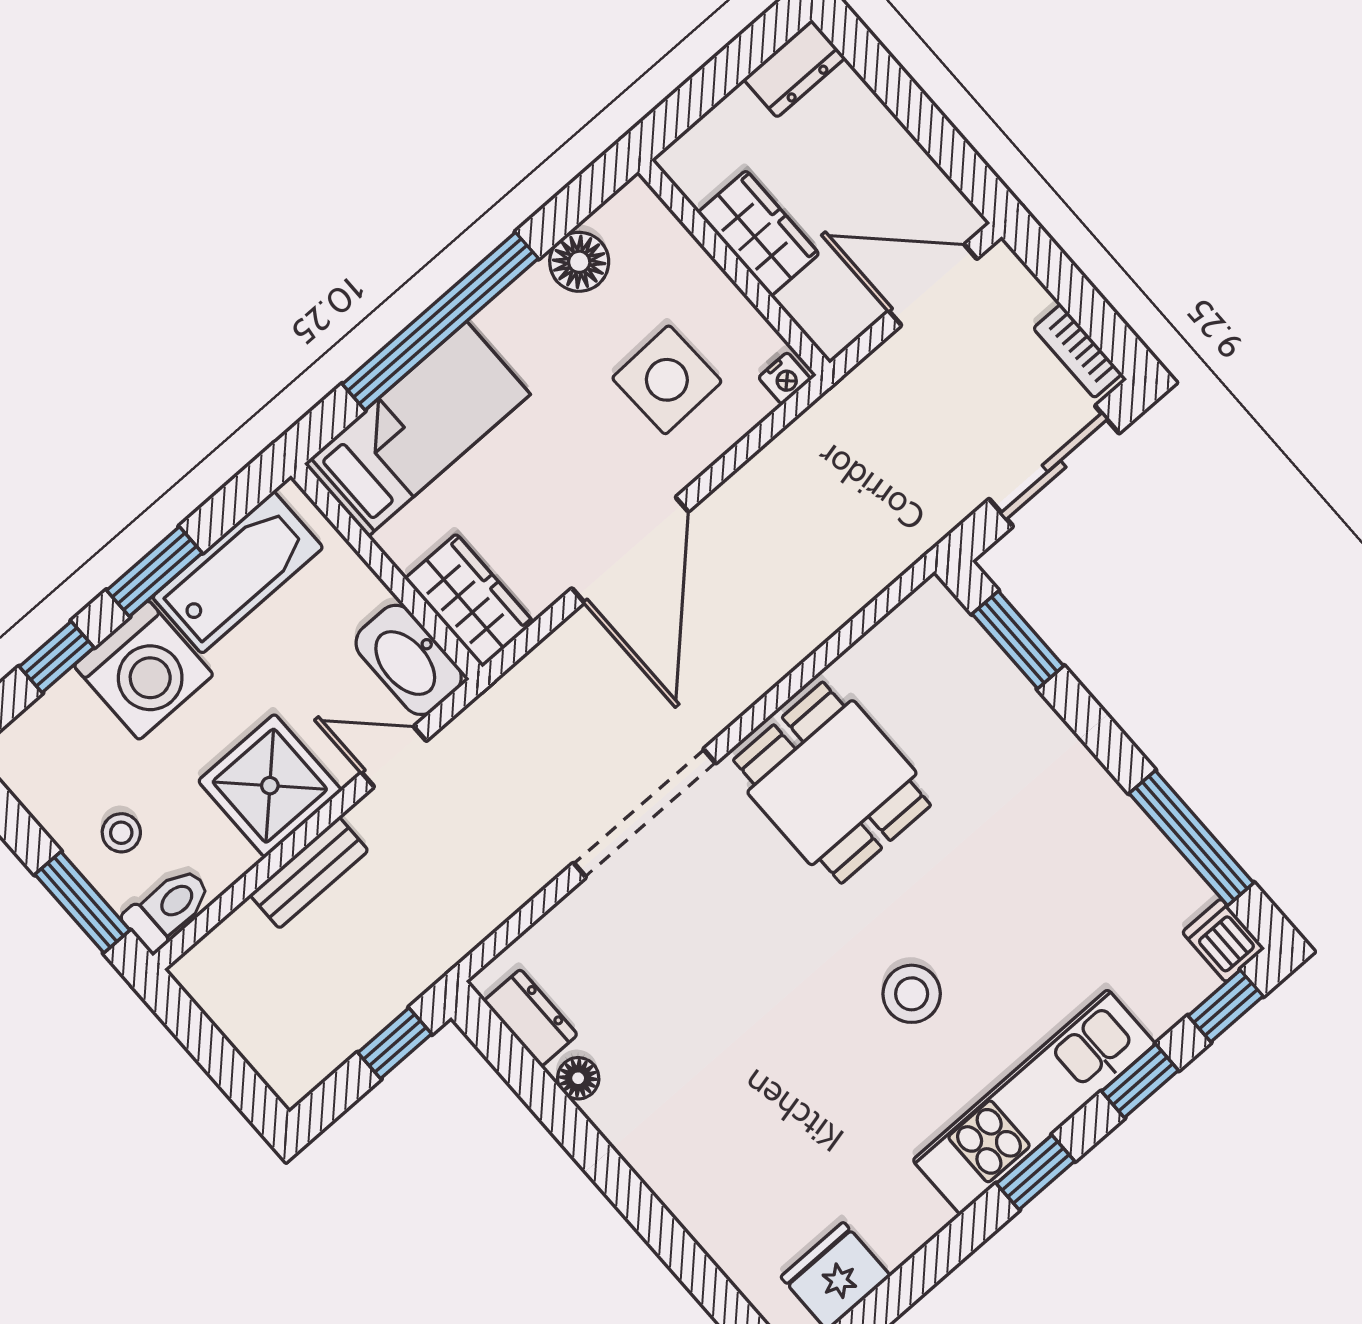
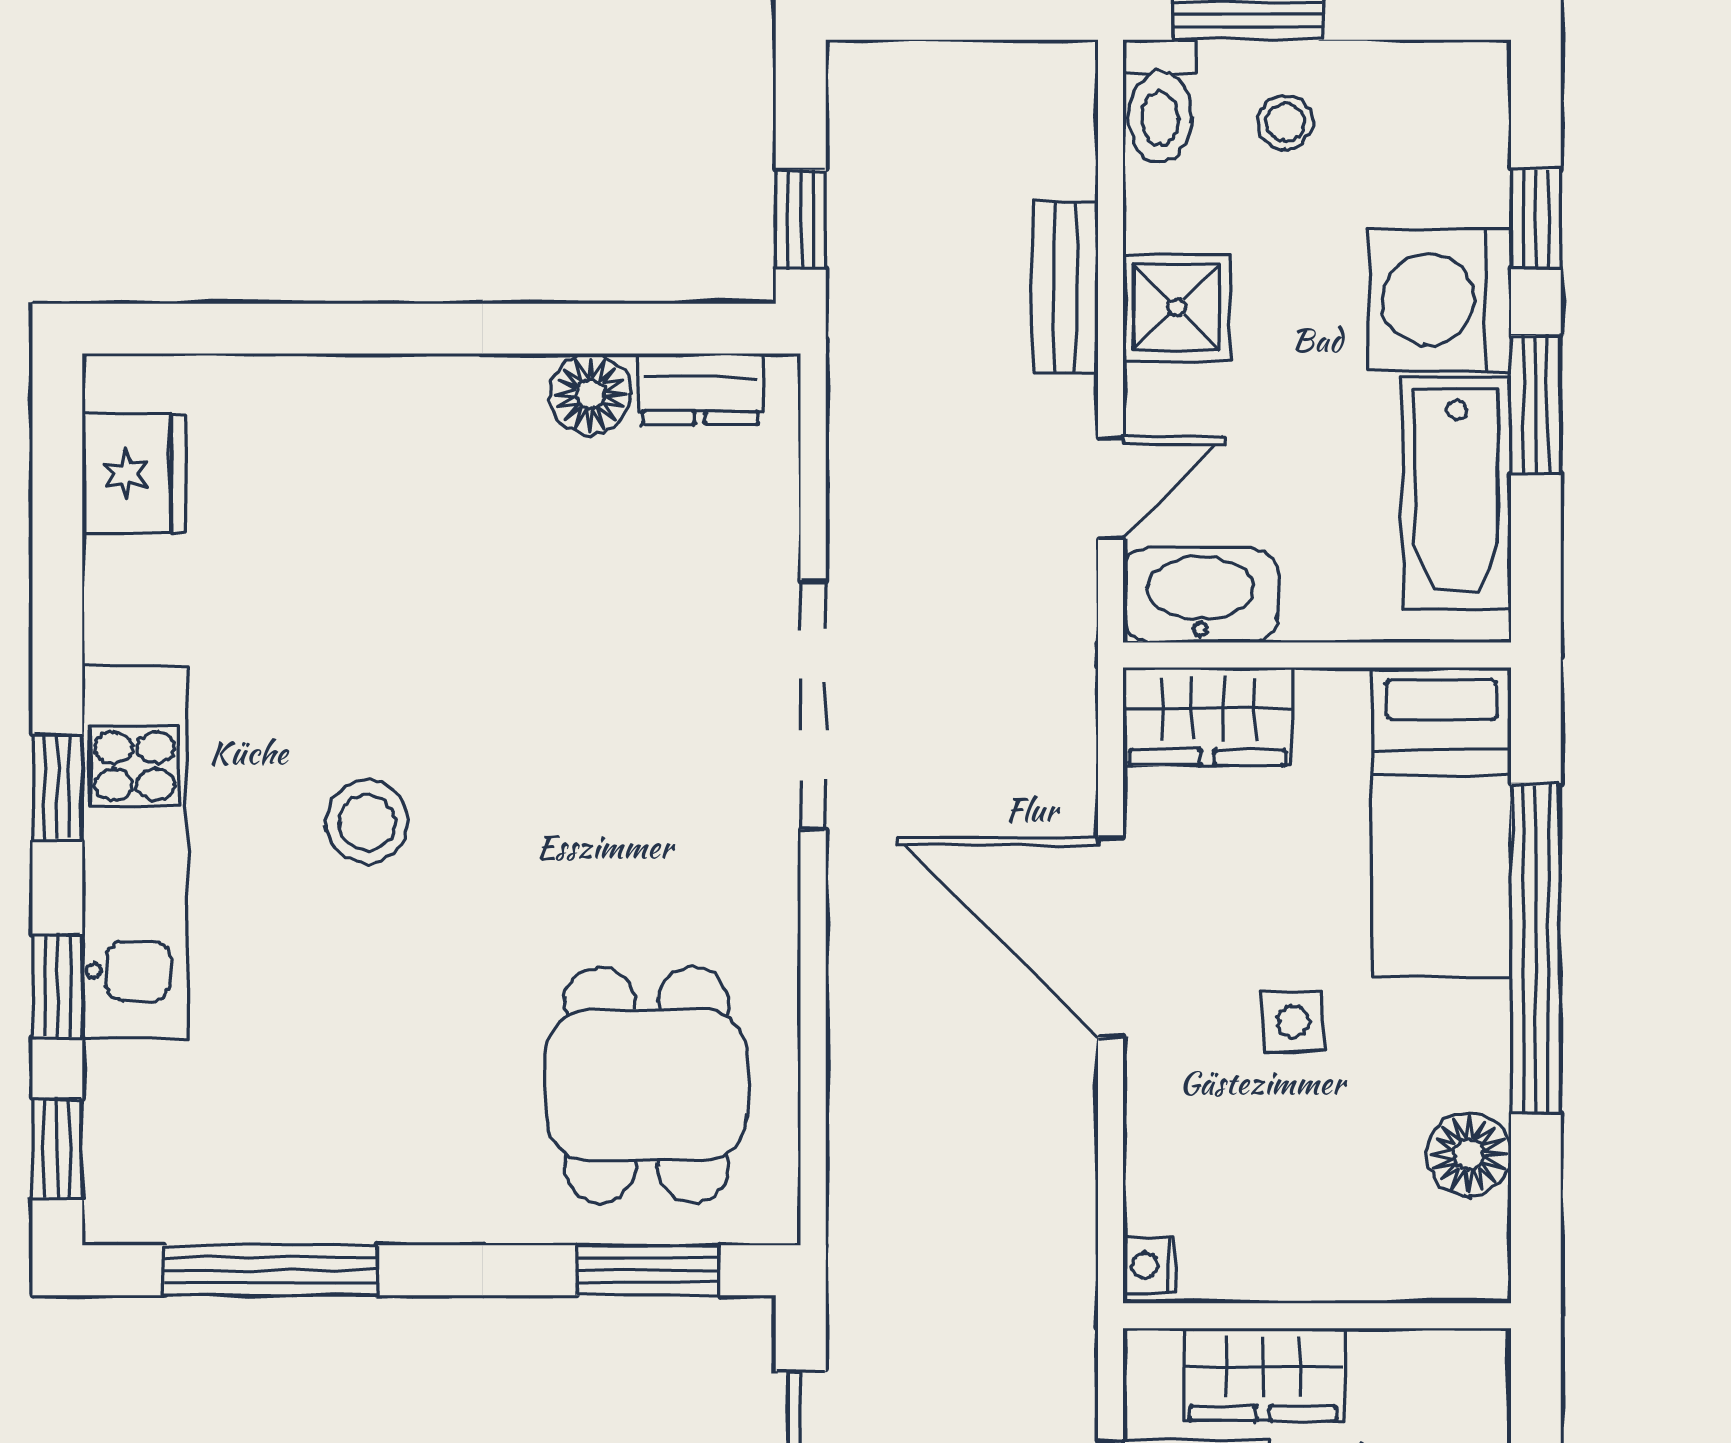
wardrobe: (759, 233) -> (1263, 1374), moved
side table: (667, 380) -> (1293, 1022), moved, width x0.54, depth x0.54
dining table: (832, 783) -> (647, 1085), moved, turned 90
shower: (270, 786) -> (1177, 307), width x0.73, depth x0.73
dishwasher: (1223, 940) -> (130, 1208), removed
floor lamp: (578, 1078) -> (590, 394), width x1.37, depth x1.37

